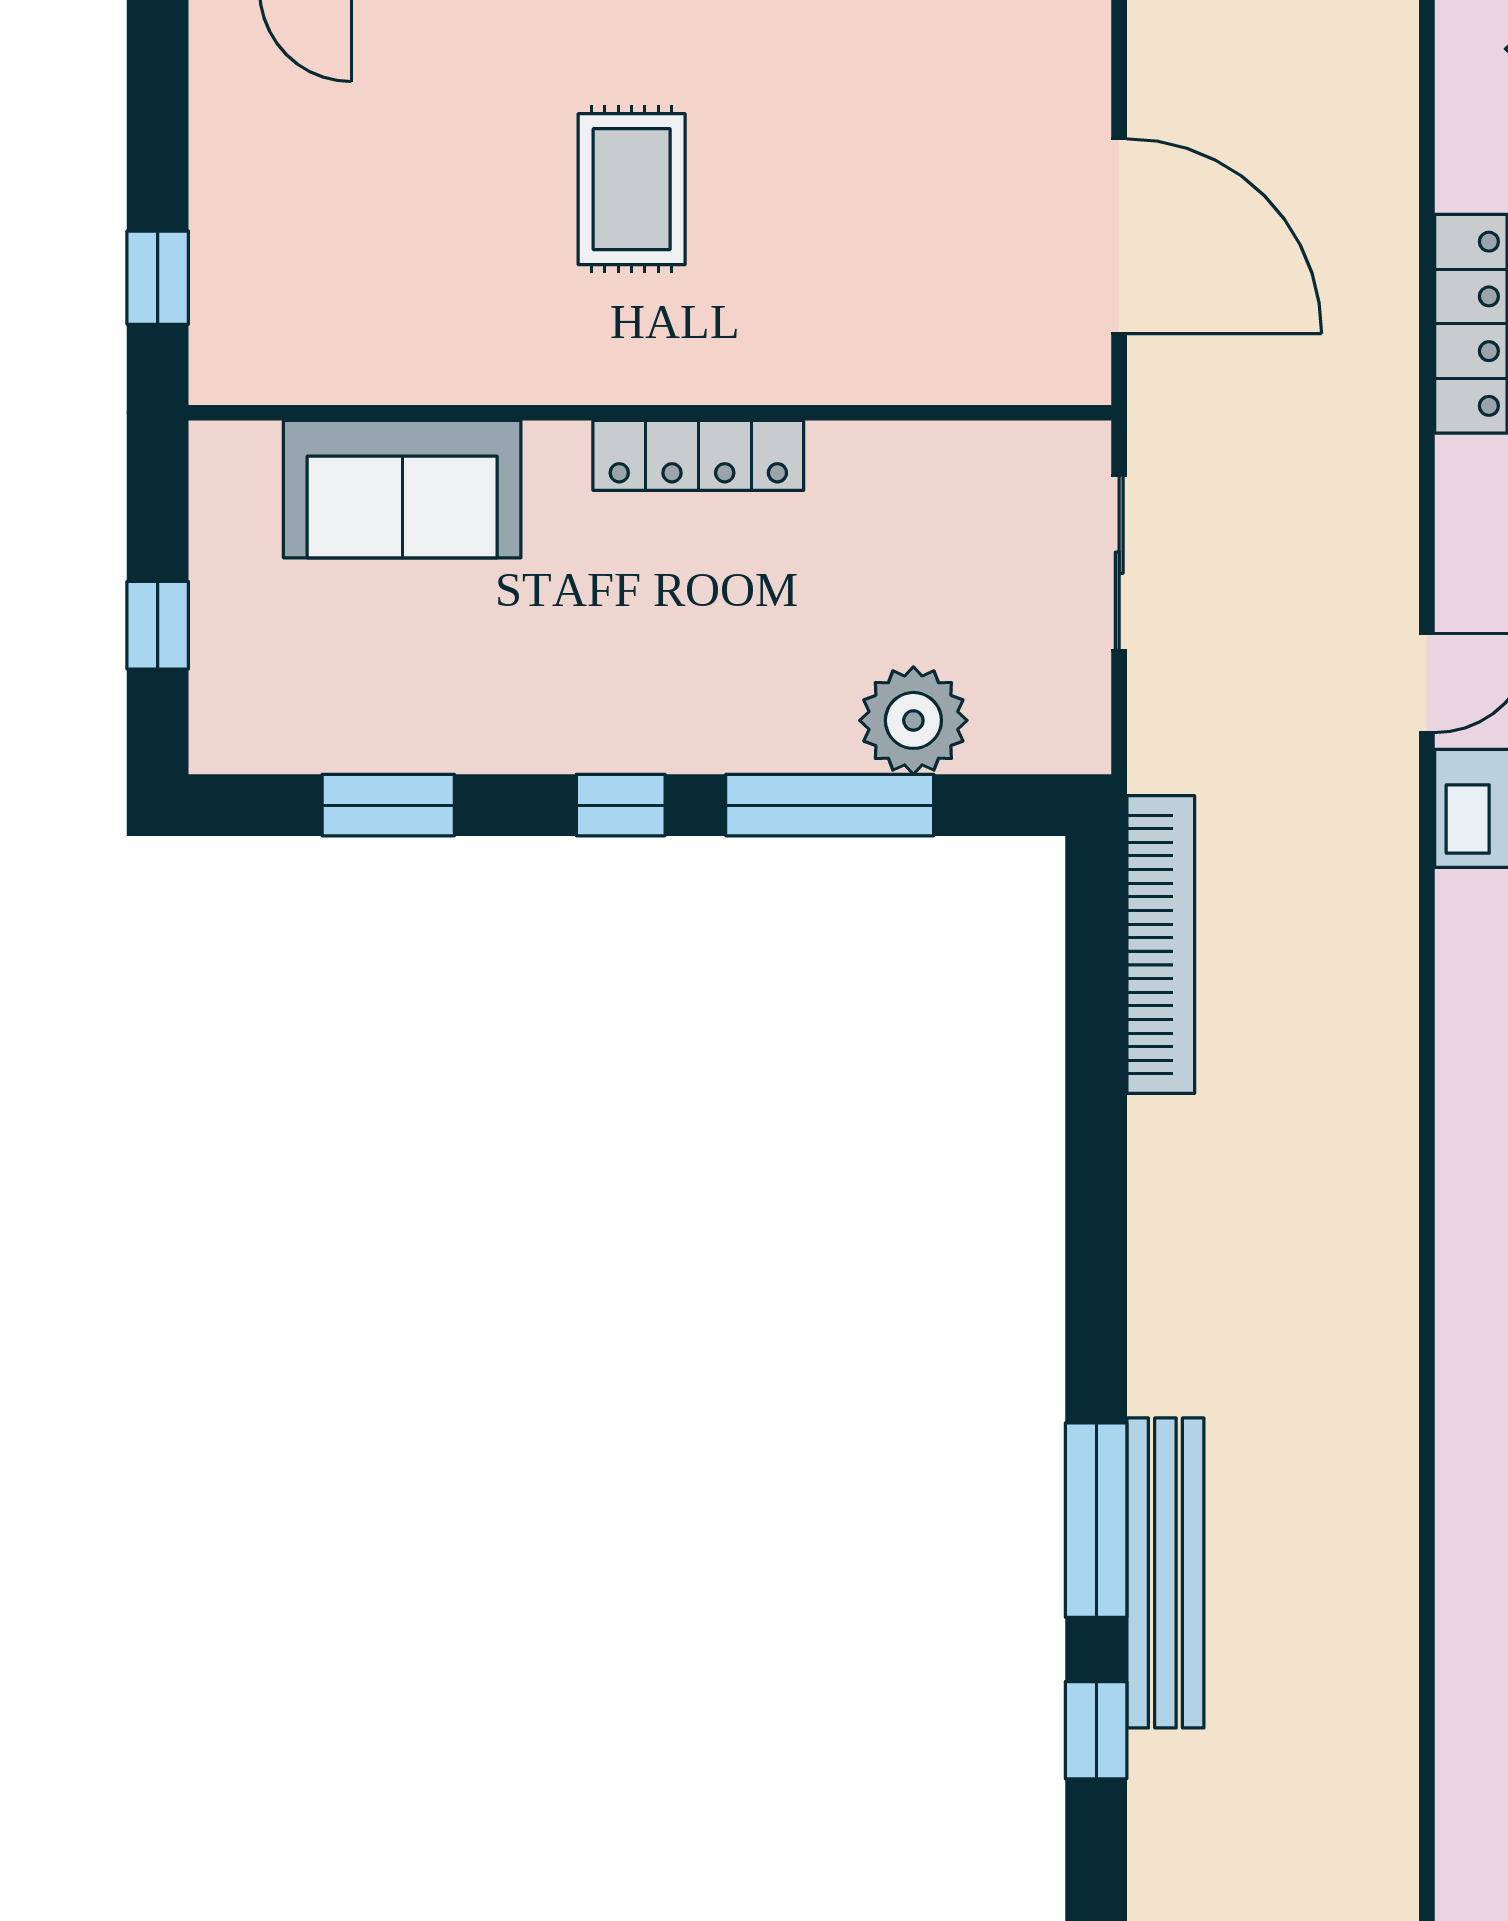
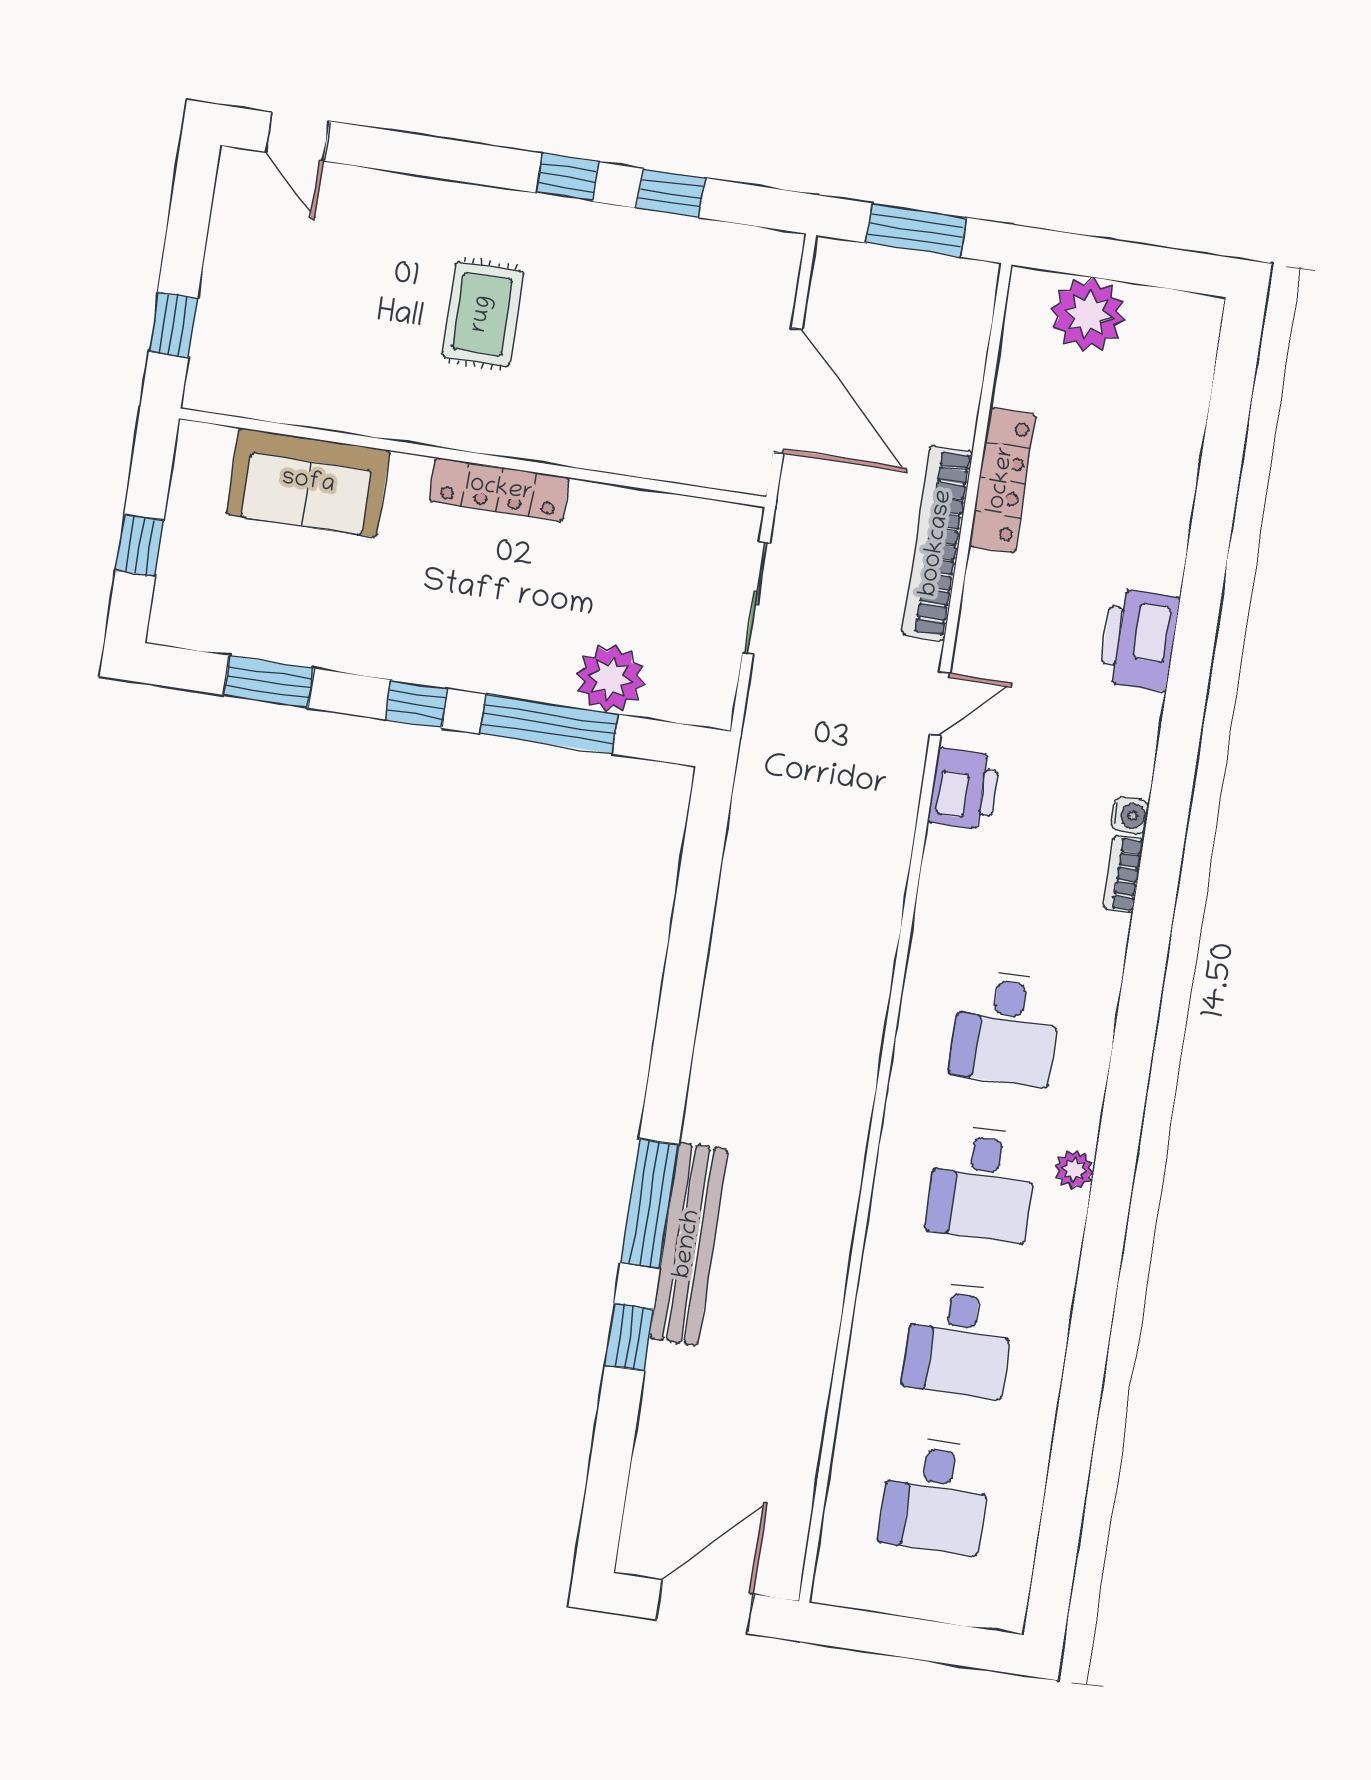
bookcase: (1161, 944) -> (937, 543), moved, turned 180

